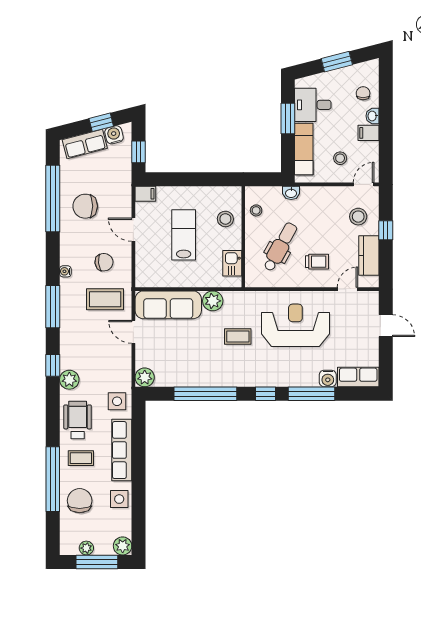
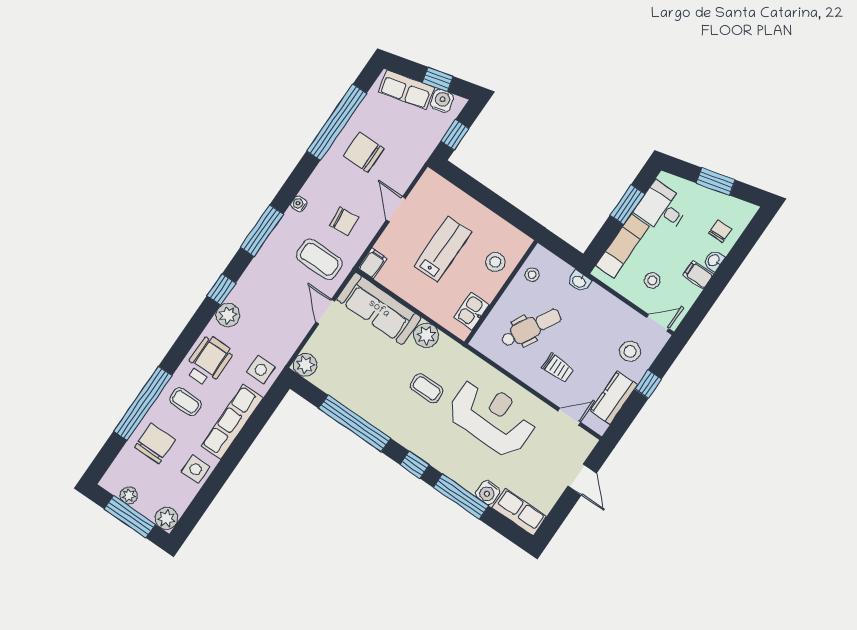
filing cabinet: (145, 194) -> (372, 263), moved, turned -90

